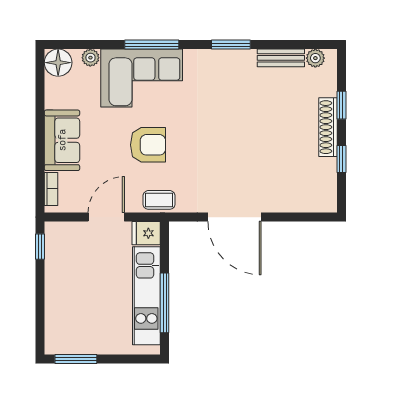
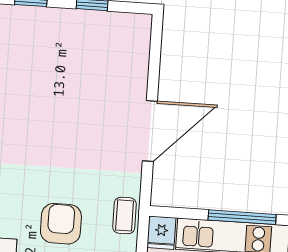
shoe rack: (328, 127) -> (55, 18), removed

